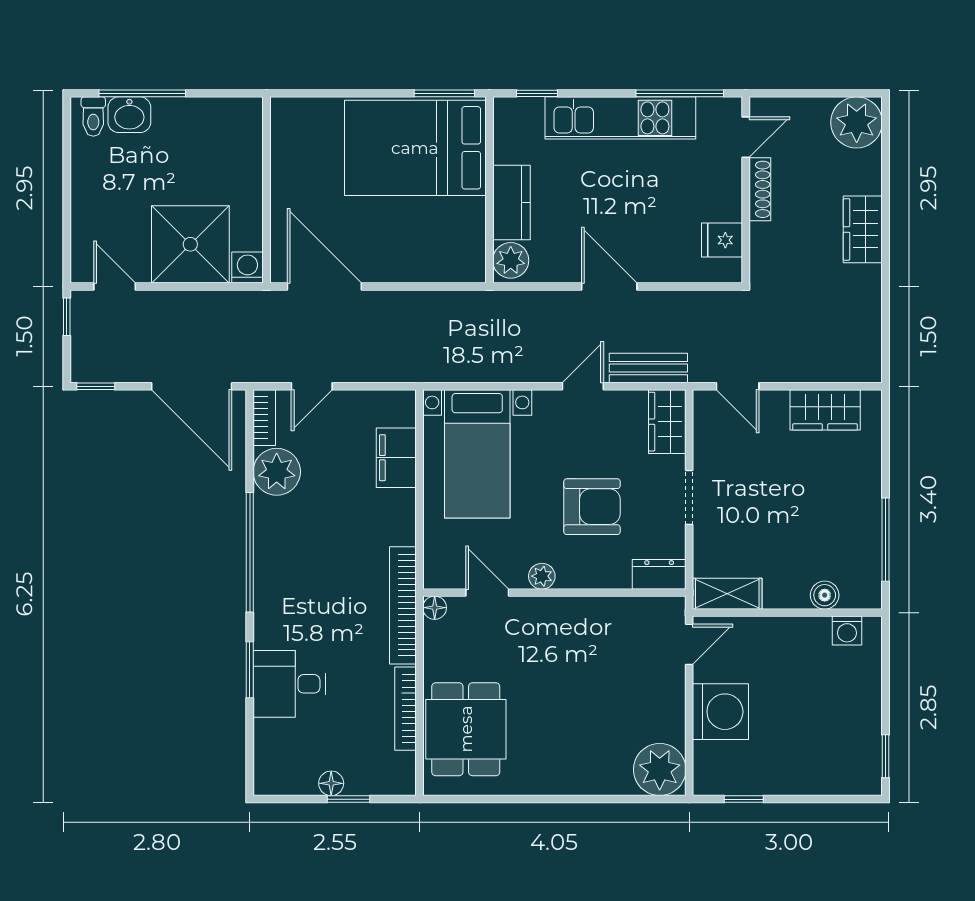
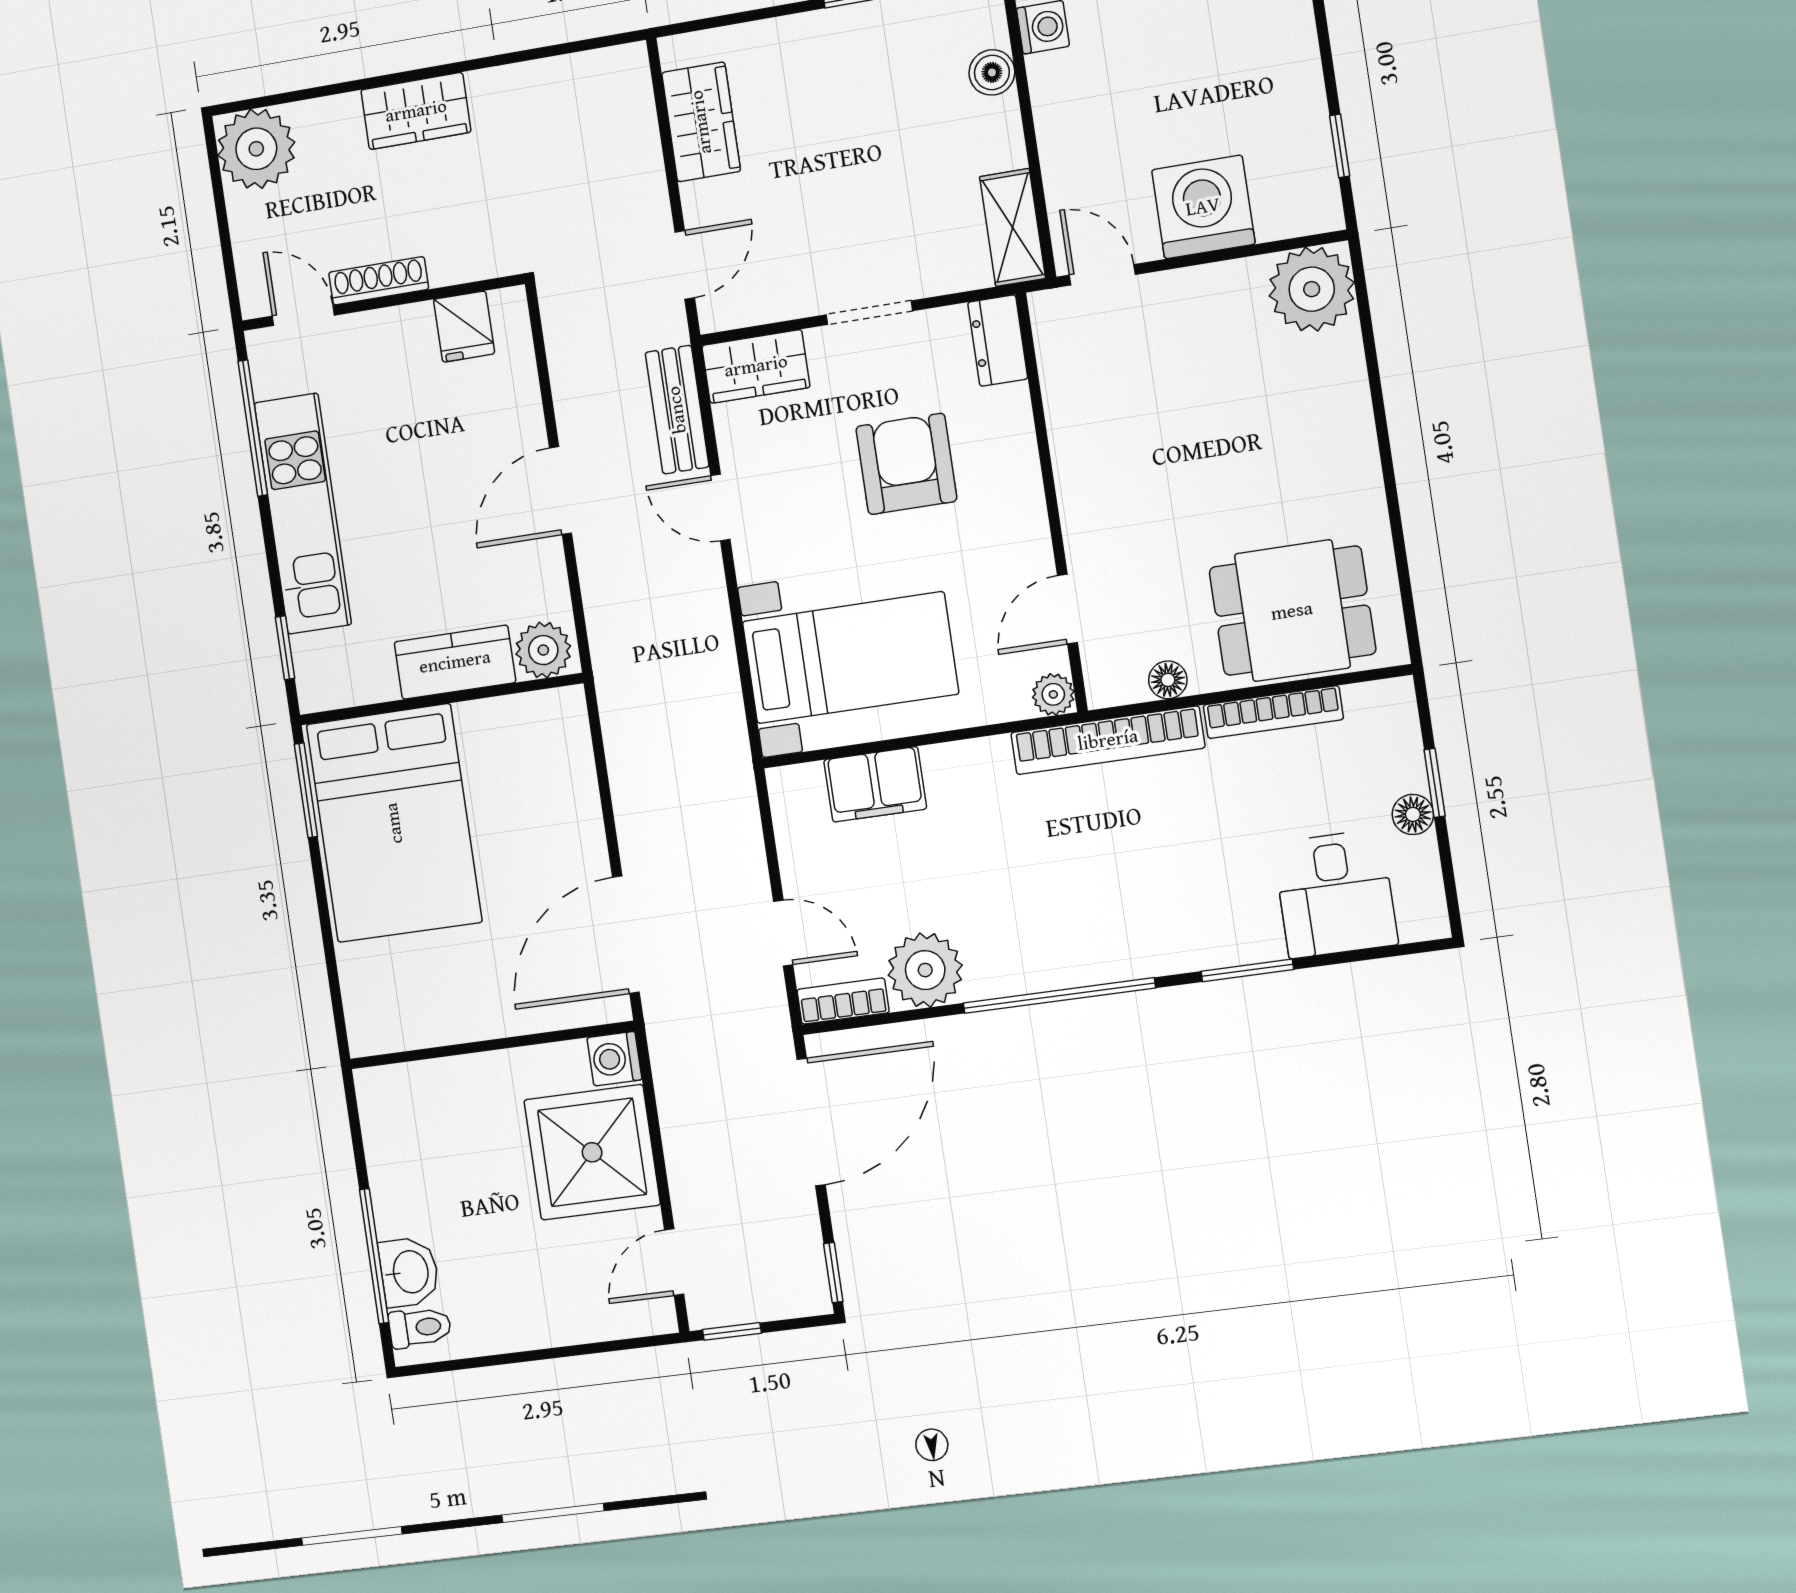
plant: (542, 576) -> (1053, 694), moved
floor lamp: (435, 608) -> (1168, 680), moved
desk: (289, 684) -> (1335, 894), moved

